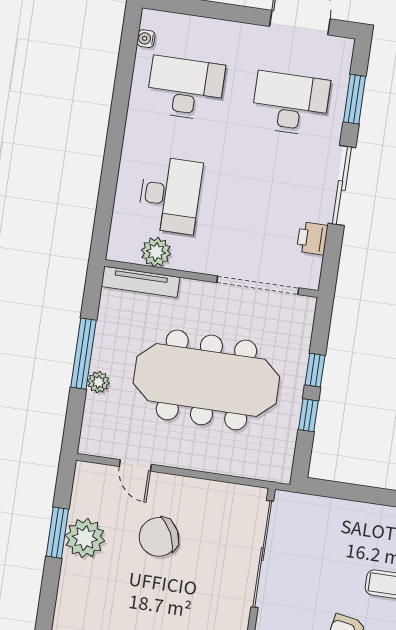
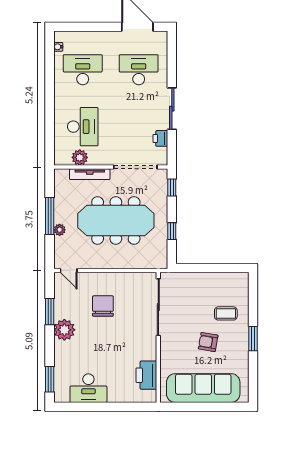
window: (355, 99) -> (172, 63), removed
tv unit: (141, 282) -> (90, 174), moved
window: (315, 370) -> (172, 187), moved
door: (135, 465) -> (69, 270), moved
chair: (159, 537) -> (103, 306), turned 116
plant: (85, 538) -> (64, 330), moved

